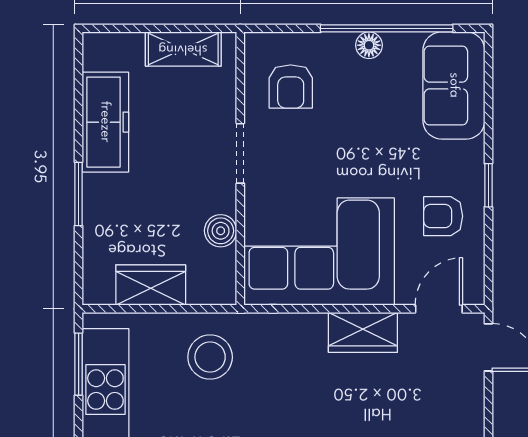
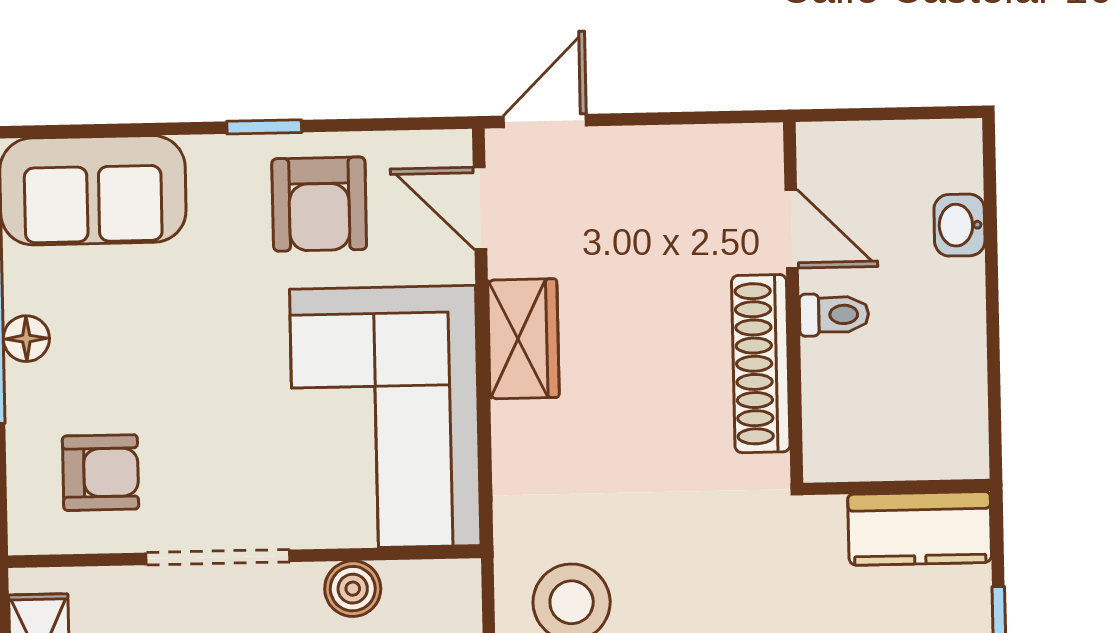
doorway: (240, 153) -> (218, 557), width x1.38
armchair: (443, 216) -> (319, 204), width x1.38, depth x1.38

